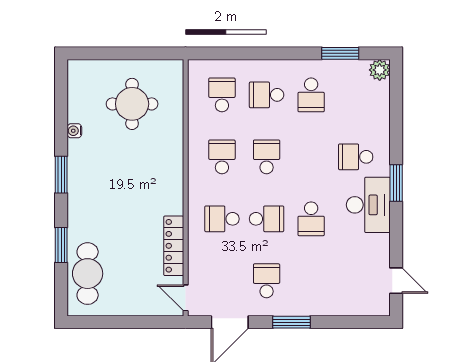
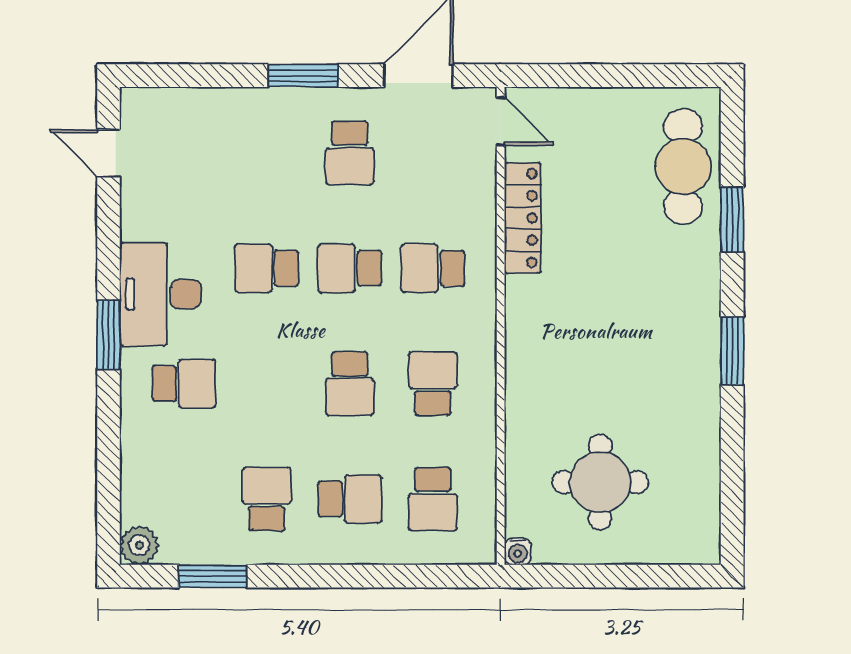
water cooler: (74, 131) -> (518, 551), moved, turned 90
school desk: (222, 157) -> (433, 384), turned 180
school desk: (222, 219) -> (433, 268), turned 180
school desk: (311, 219) -> (267, 268), turned -90

